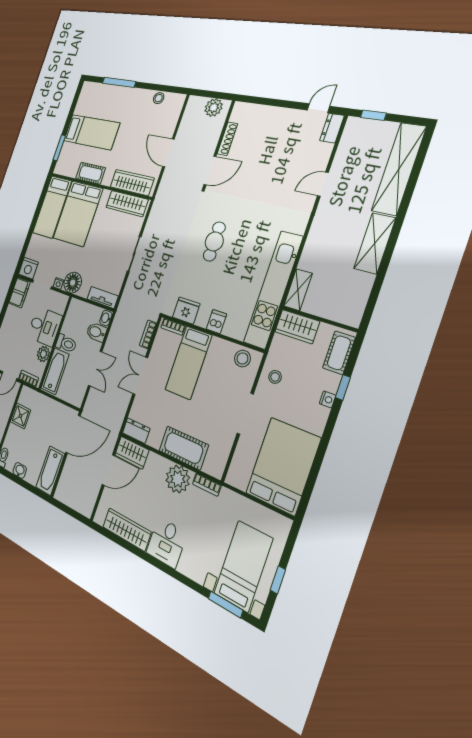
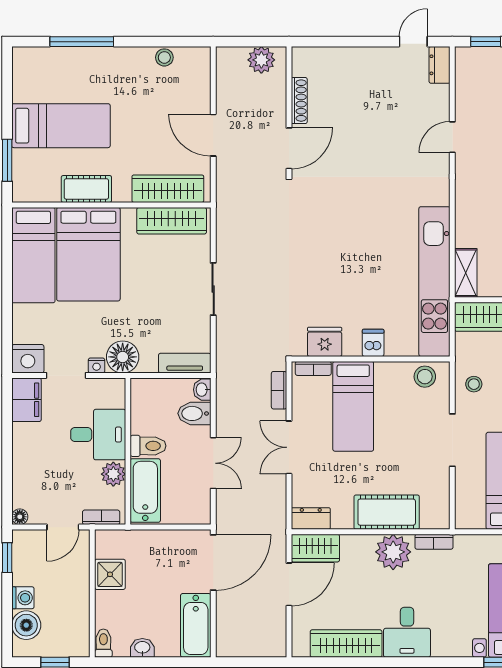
cafe table: (214, 241) -> (331, 242), removed

